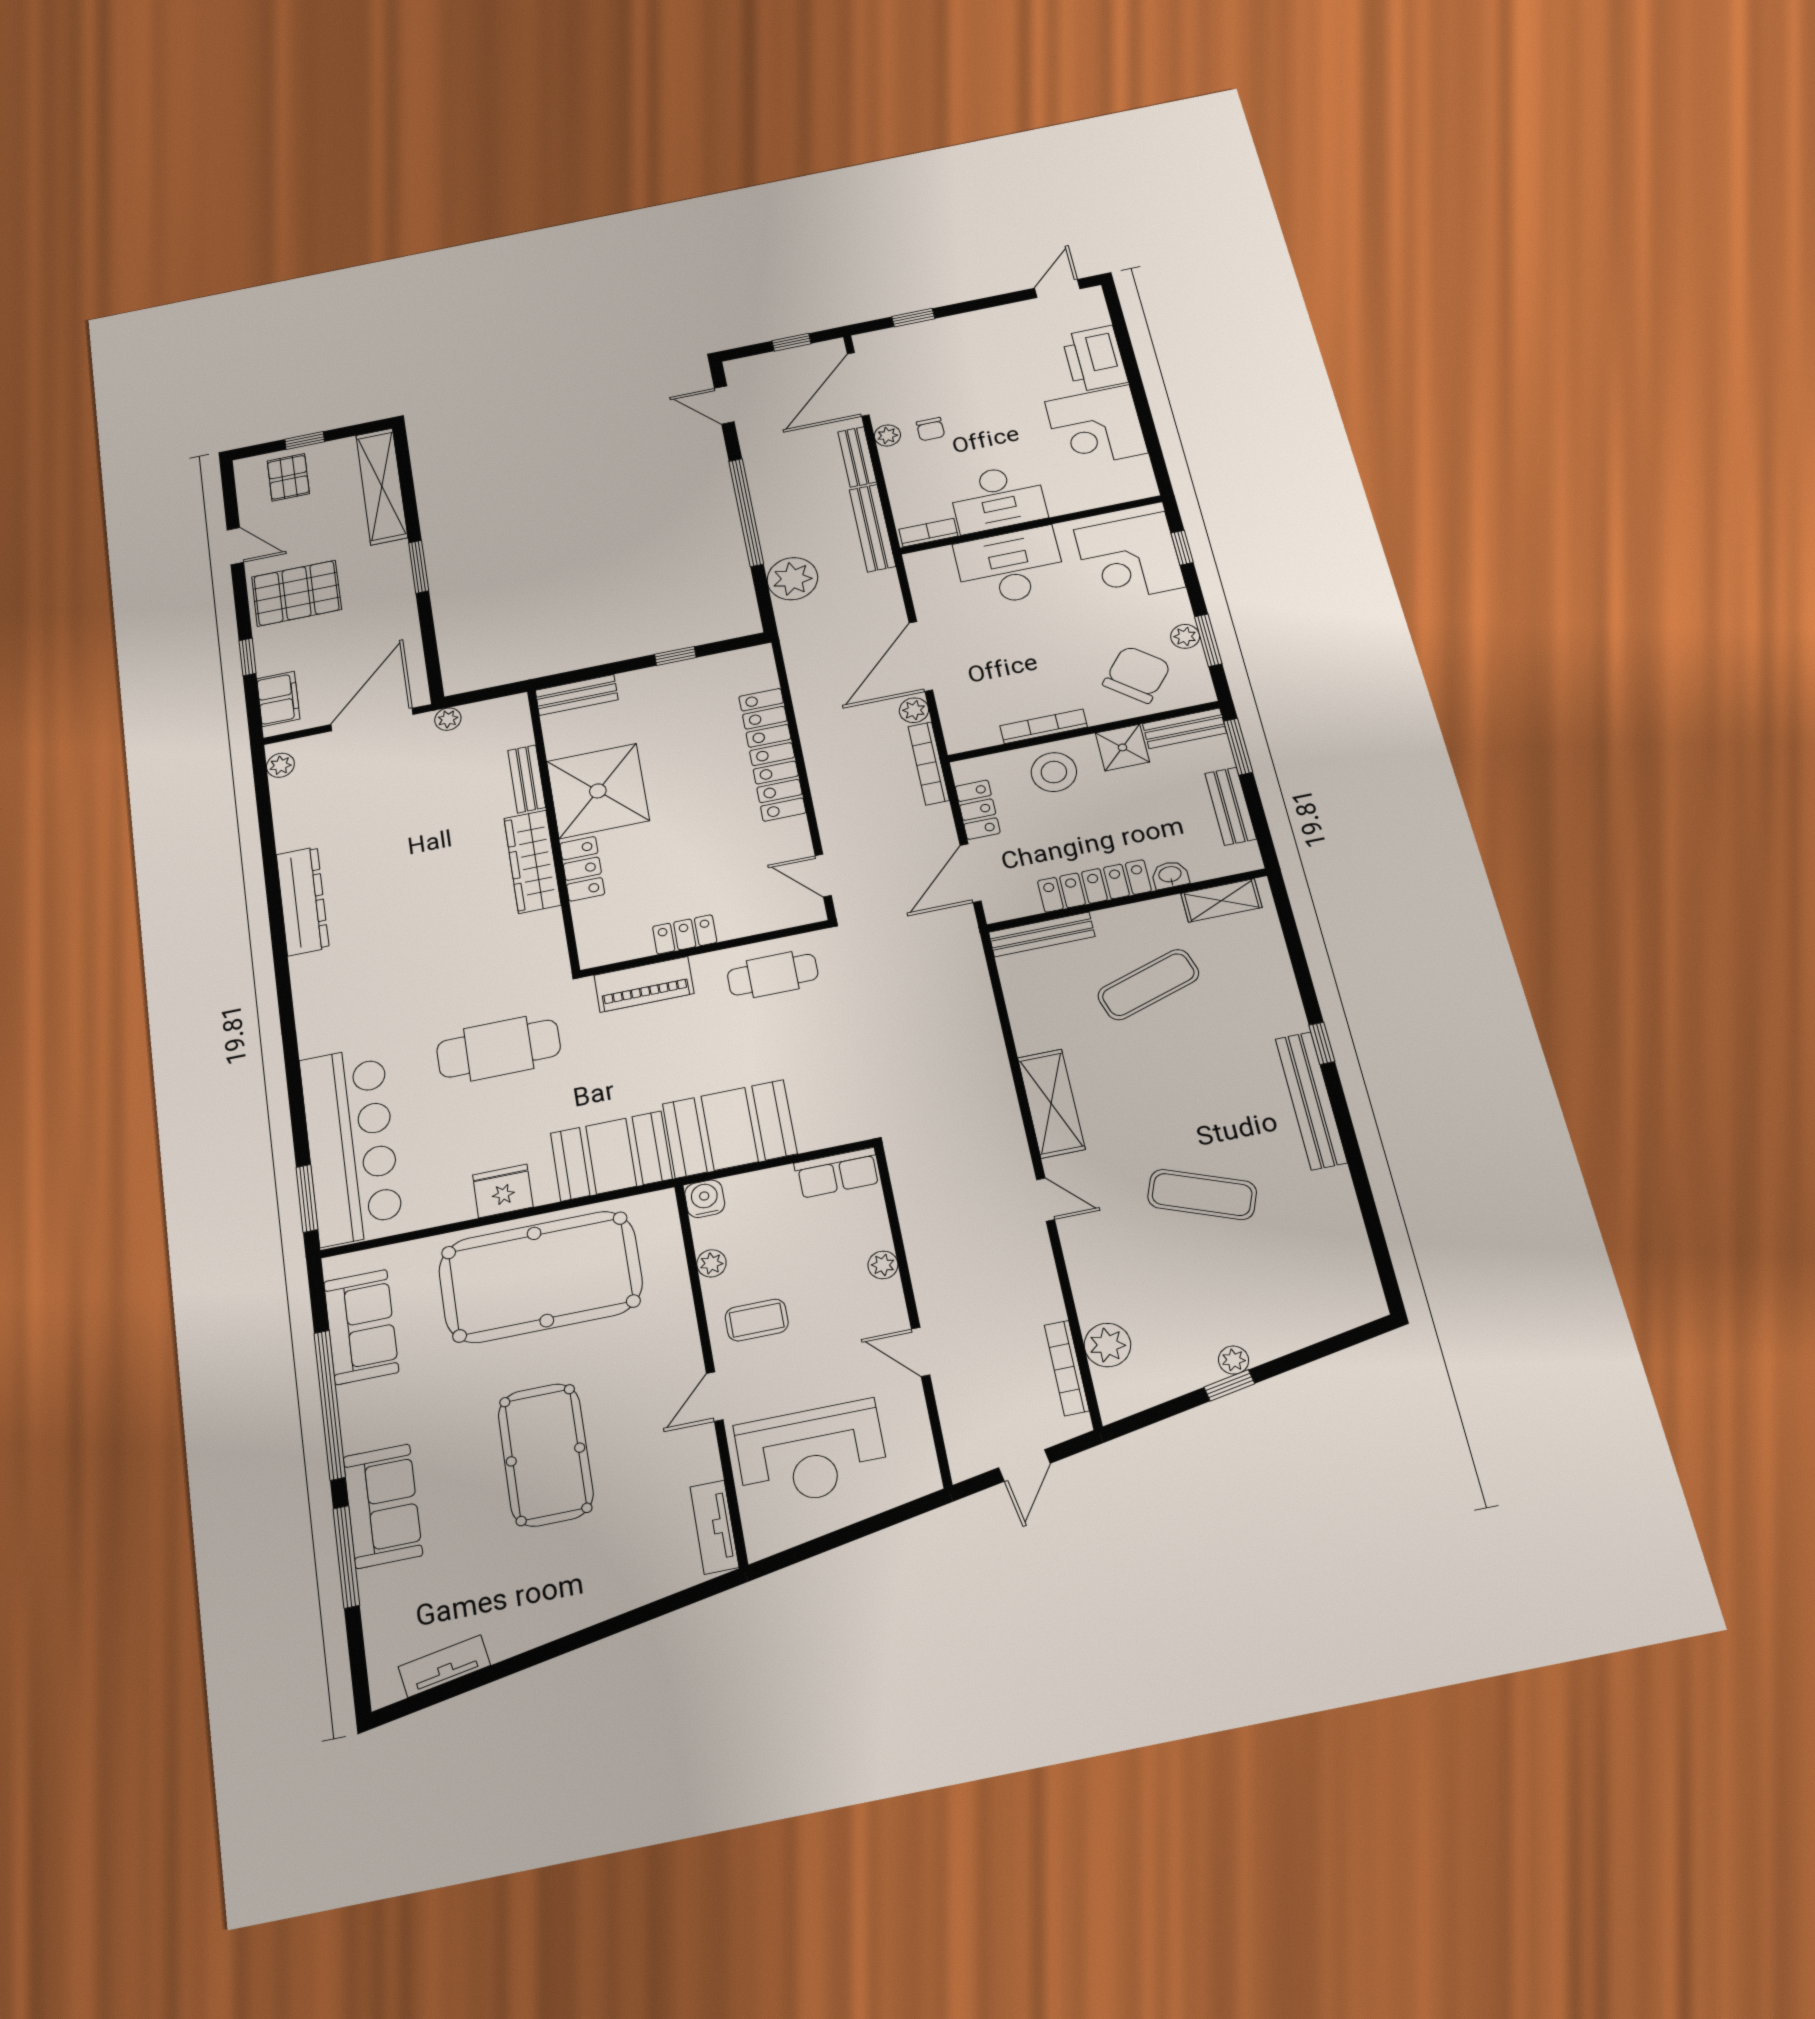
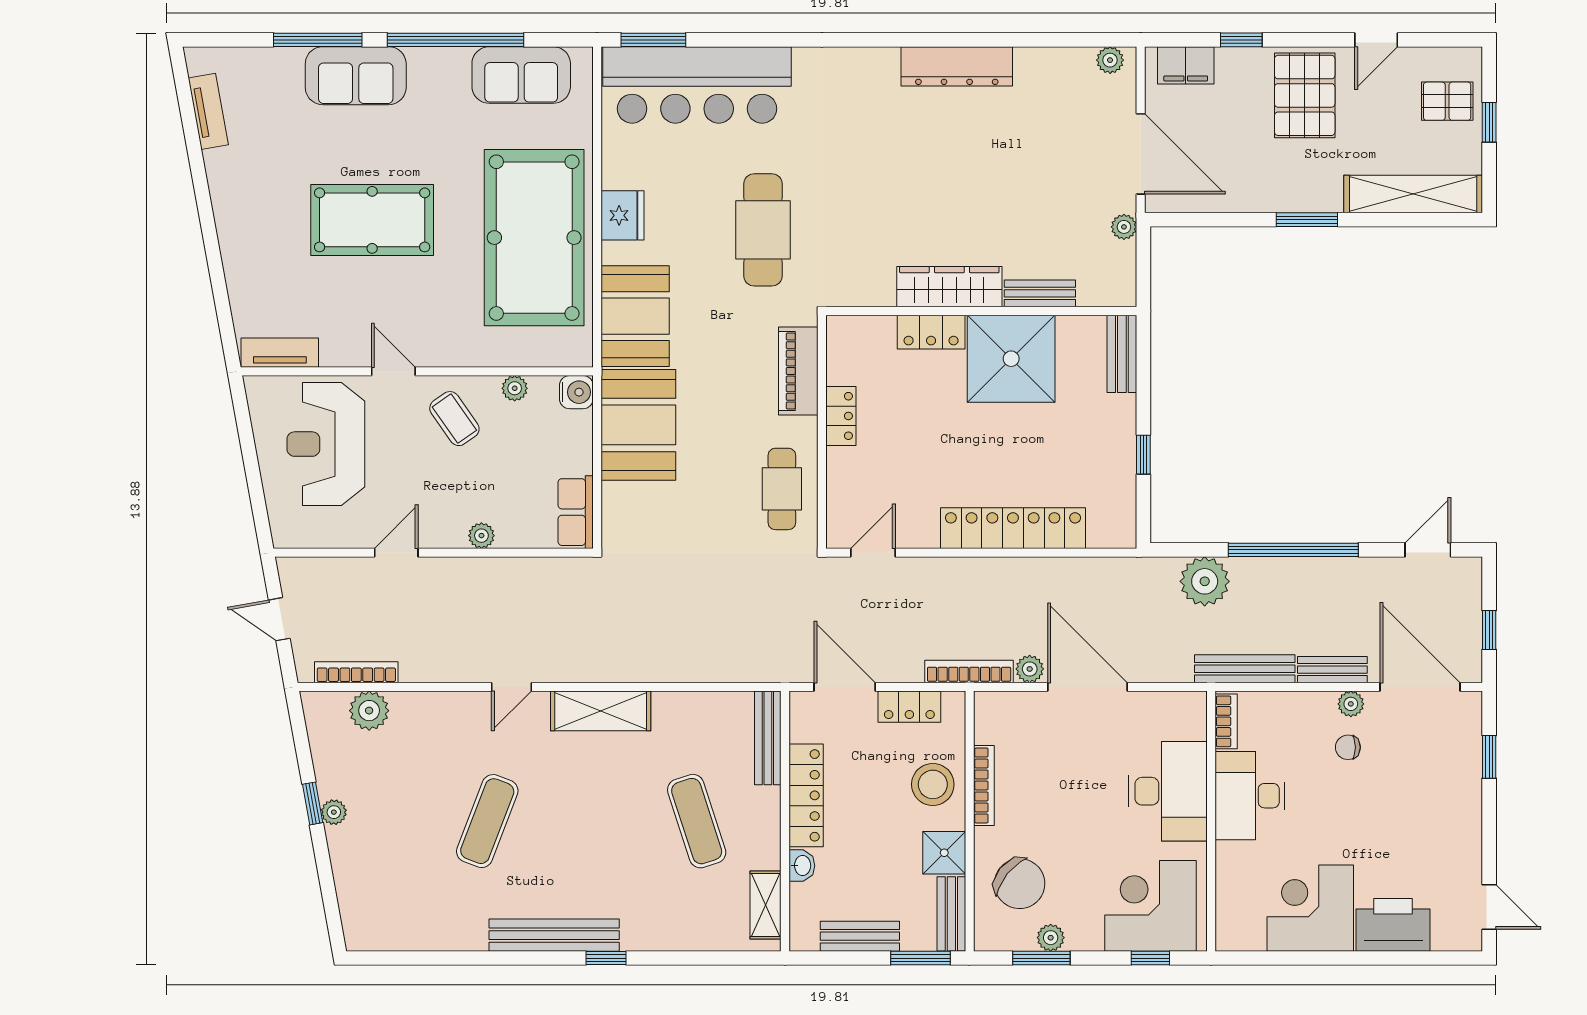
coffee table: (757, 1320) -> (454, 419), turned -35

